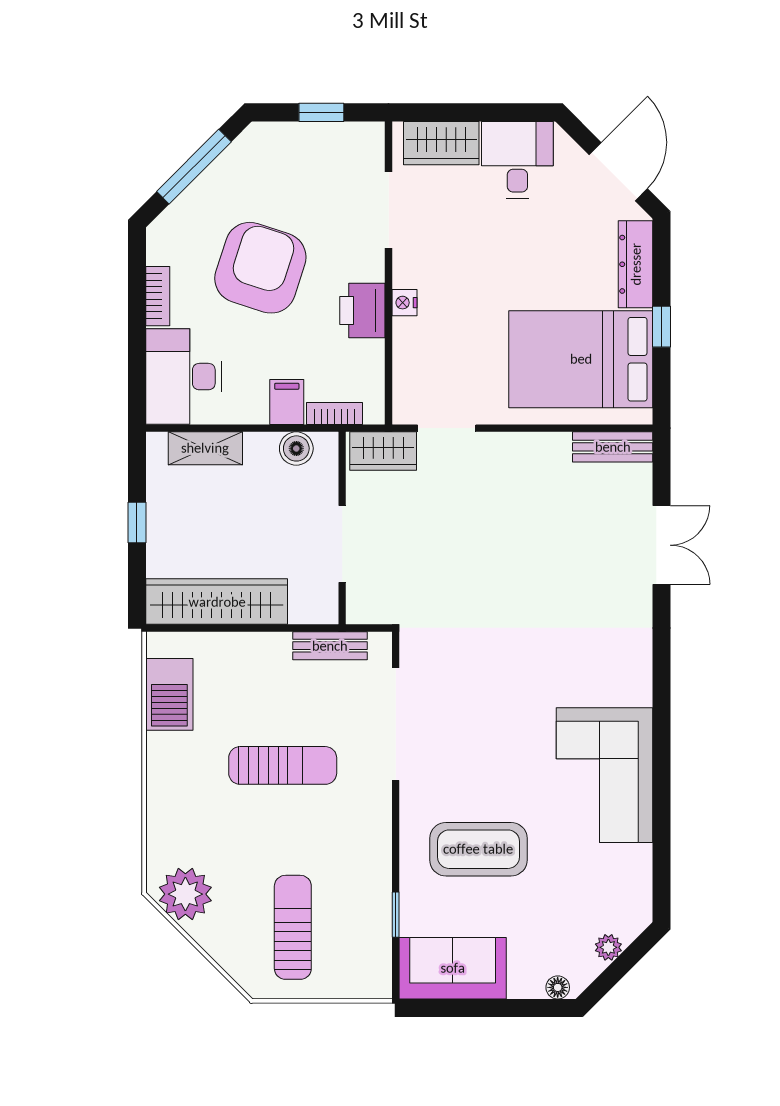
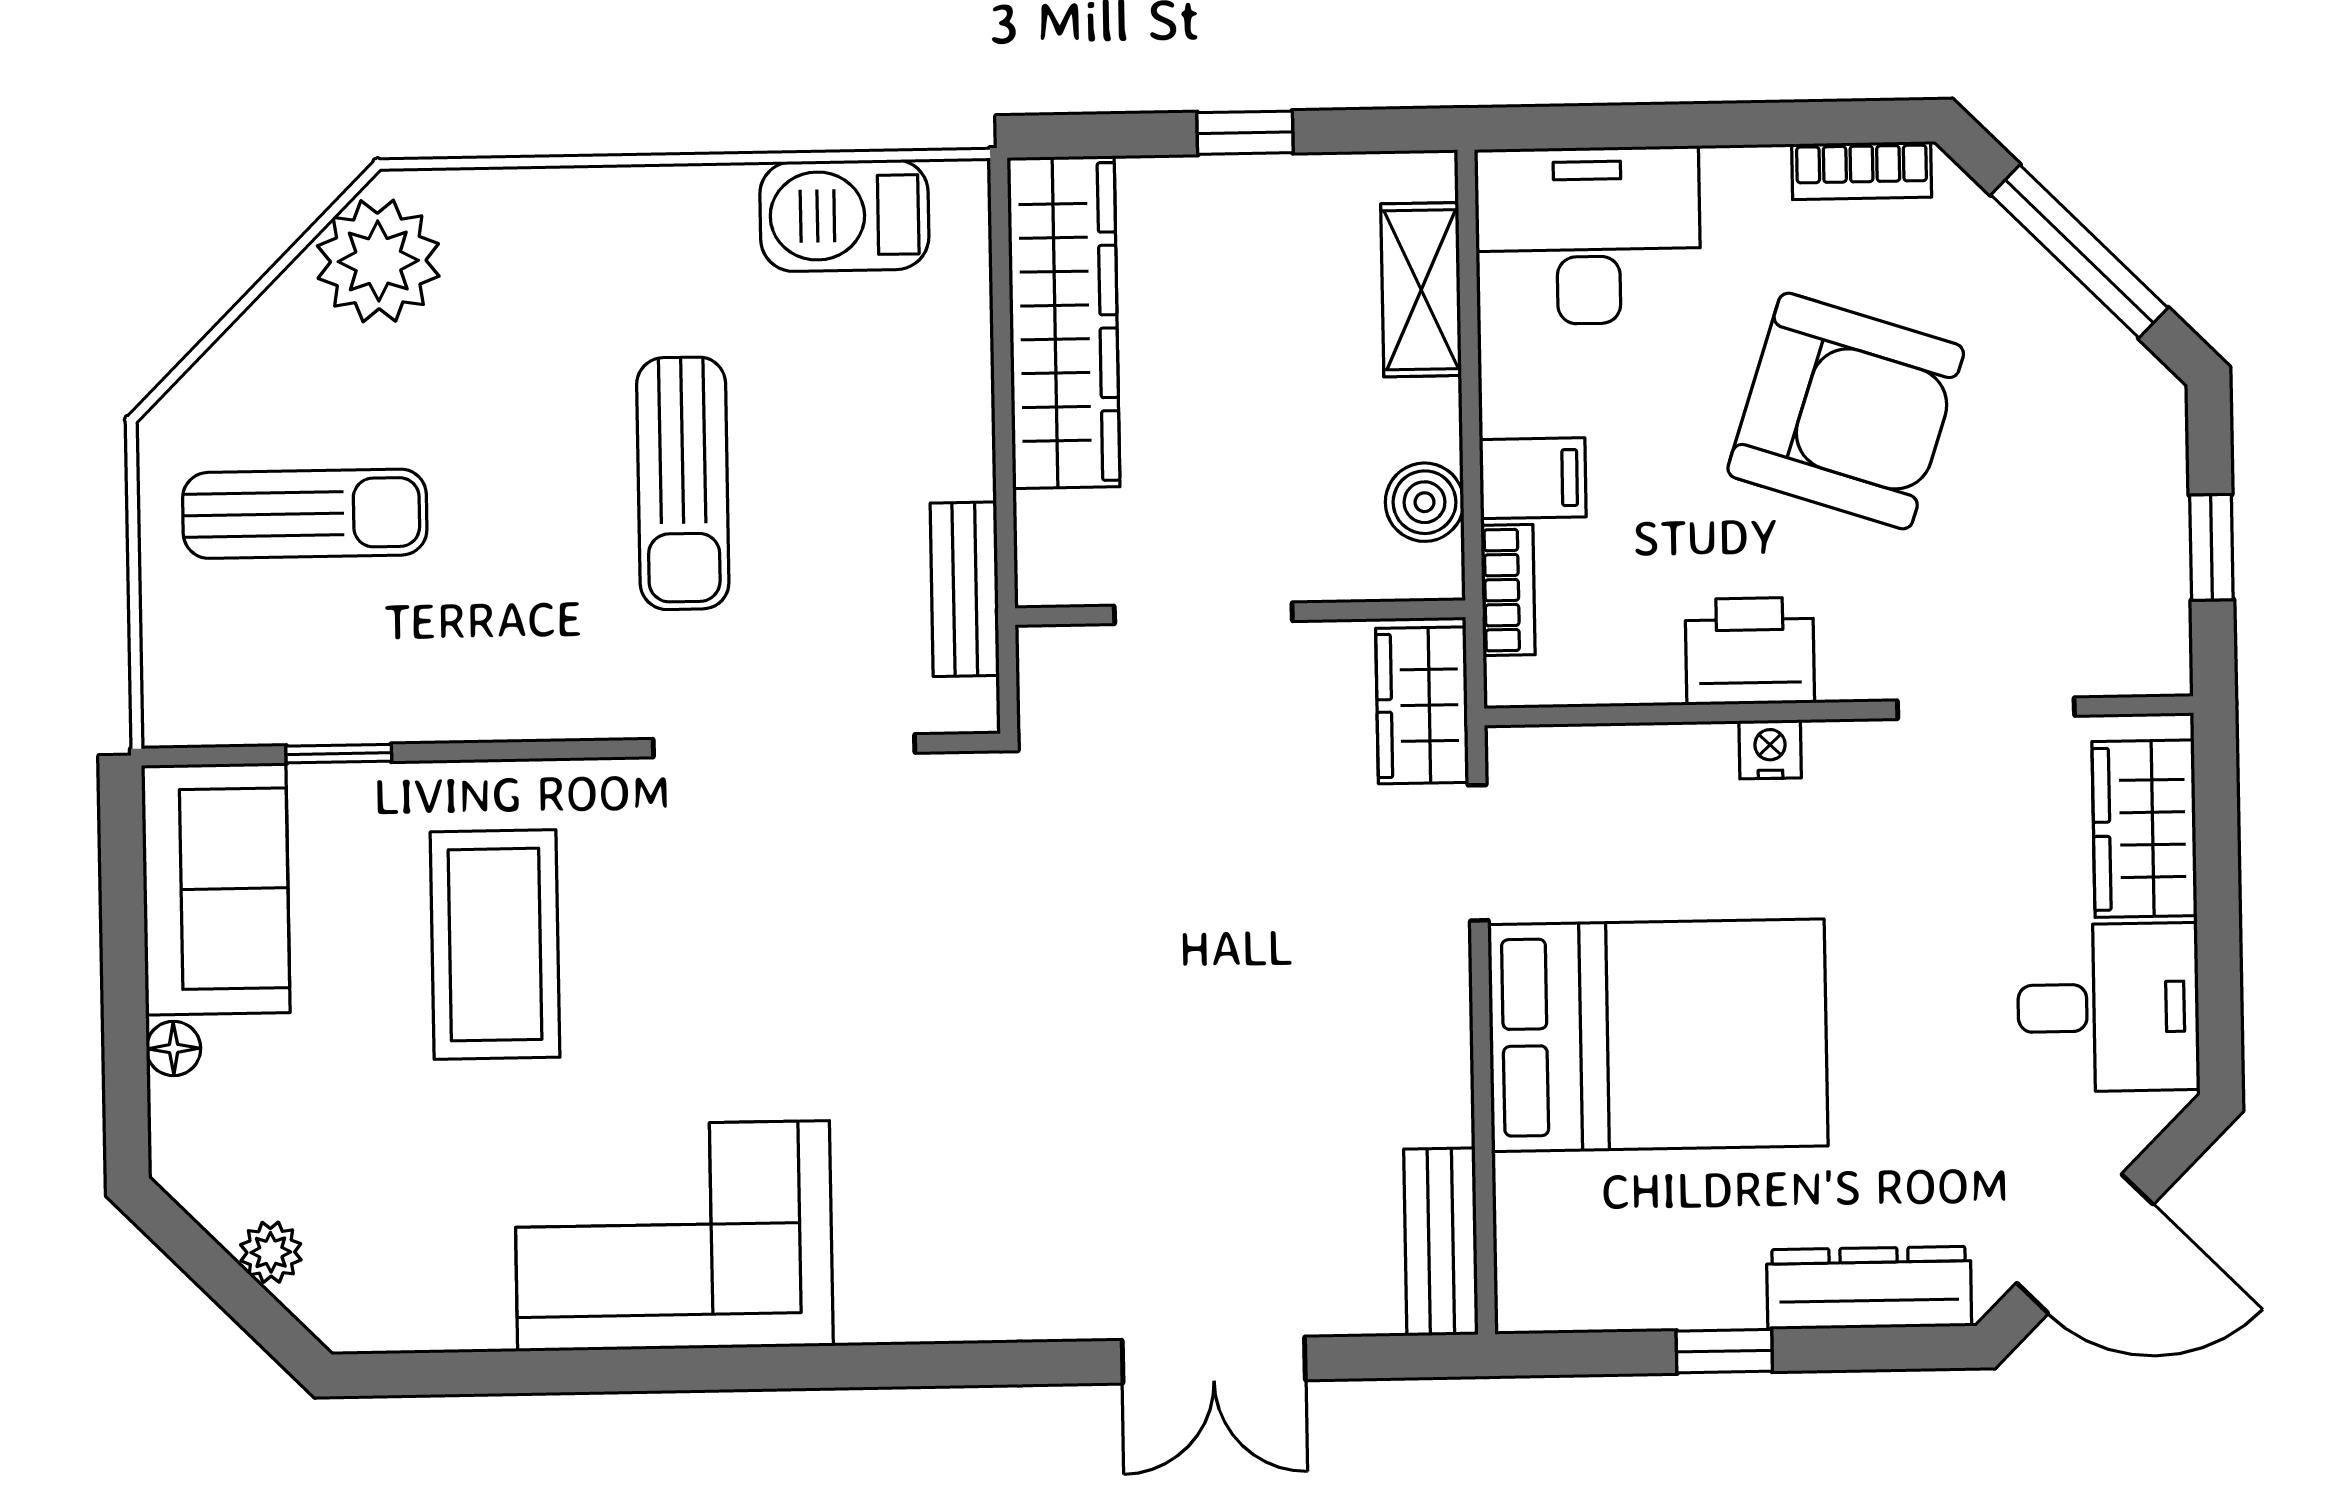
bookcase: (158, 296) -> (1862, 171), moved
bed: (581, 359) -> (1658, 1035), moved, turned 90
floor lamp: (558, 987) -> (174, 1048), moved

